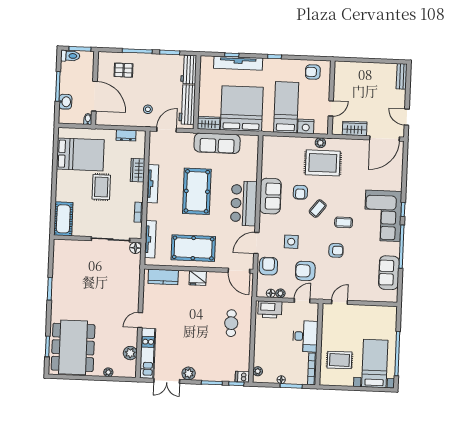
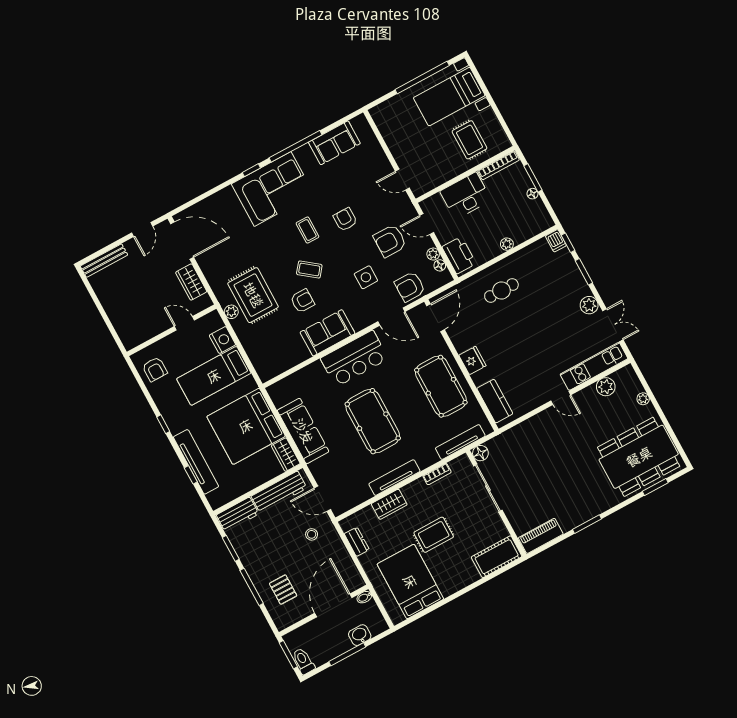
bench: (402, 76) -> (104, 261), width x1.36
pool table: (197, 191) -> (373, 421), turned 90
piano: (60, 255) -> (541, 536), added
armchair: (305, 271) -> (390, 241), turned 90
plant: (258, 371) -> (507, 244), moved

